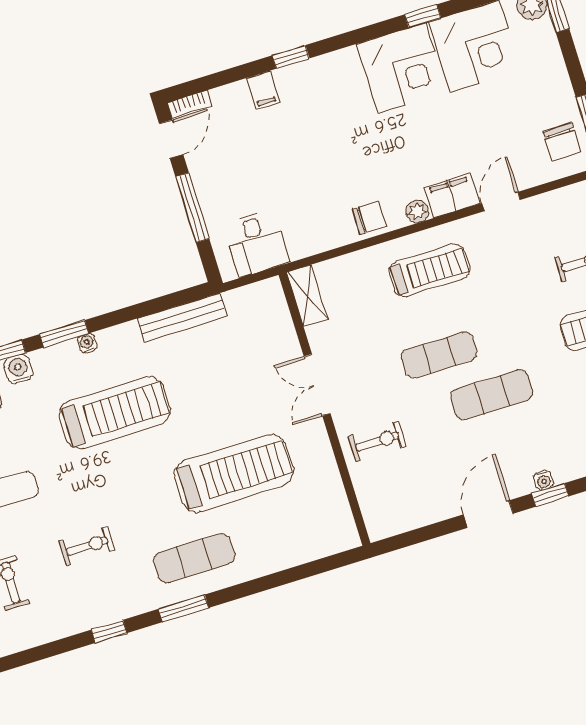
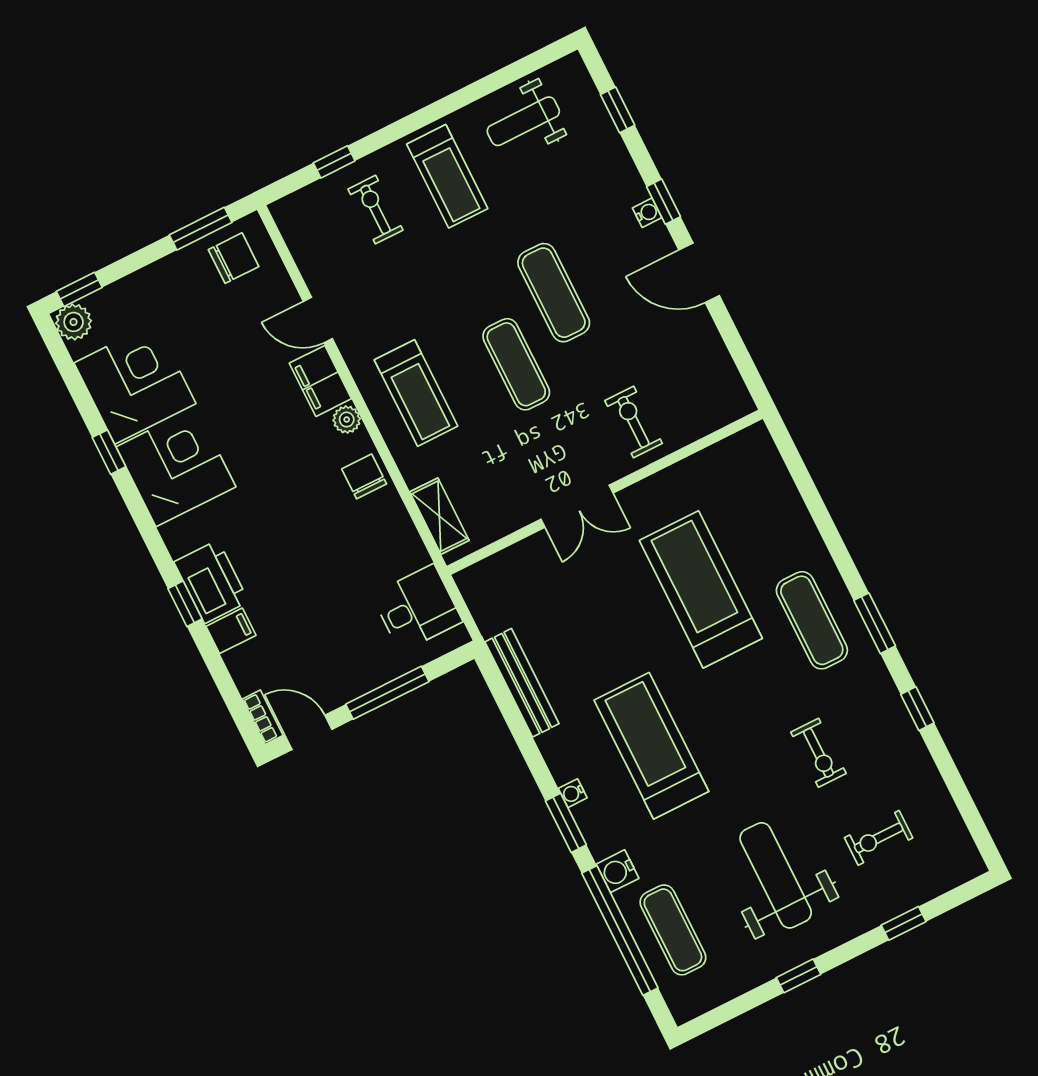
printer: (305, 81) -> (211, 582), added
treadmill: (429, 271) -> (416, 393), turned 180
shelving: (307, 296) -> (439, 516), moved, turned 90
exercise bike: (87, 546) -> (818, 753), turned 180

